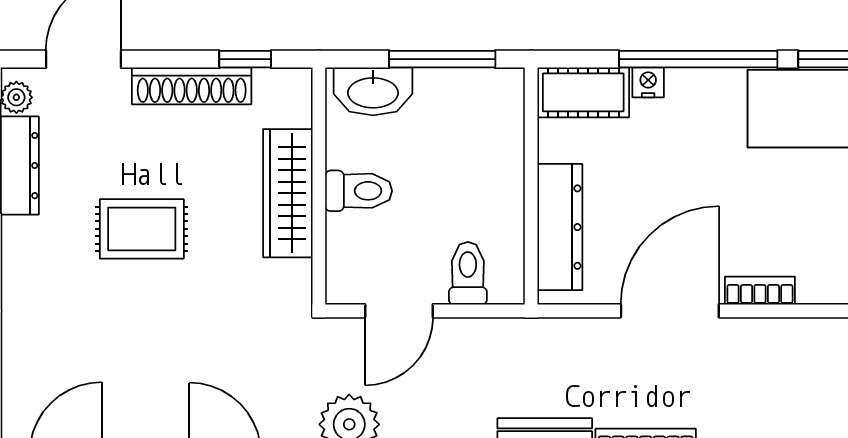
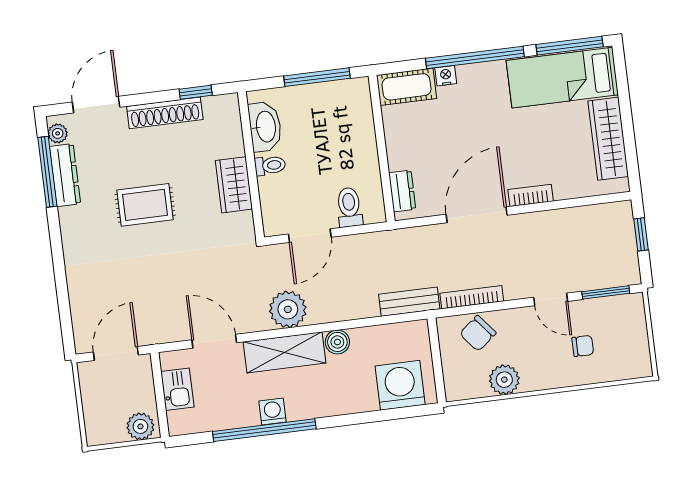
washbasin: (373, 91) -> (265, 127), moved, turned -90
toilet: (359, 191) -> (270, 165), width x0.73, depth x0.72
wardrobe: (288, 193) -> (234, 185), width x0.67
dresser: (560, 227) -> (402, 191), width x0.51, depth x0.80

